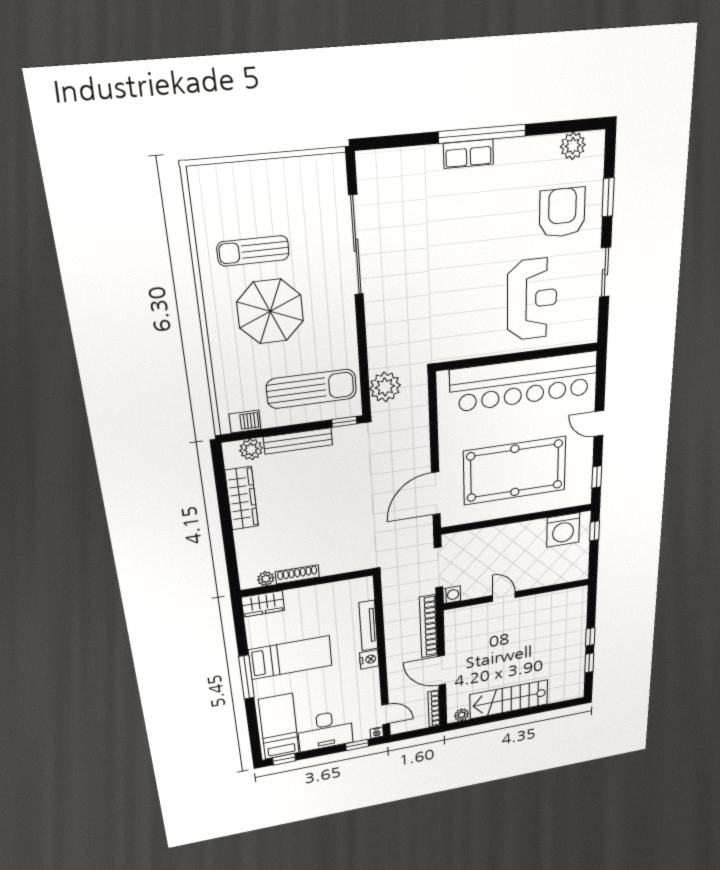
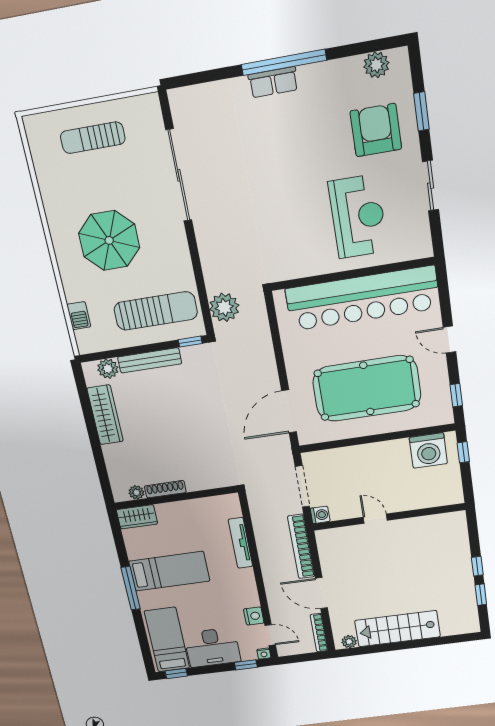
sun lounger: (253, 251) -> (93, 138), moved
barbecue: (245, 422) -> (79, 316), moved, turned 90
nightstand: (369, 659) -> (254, 616), moved

